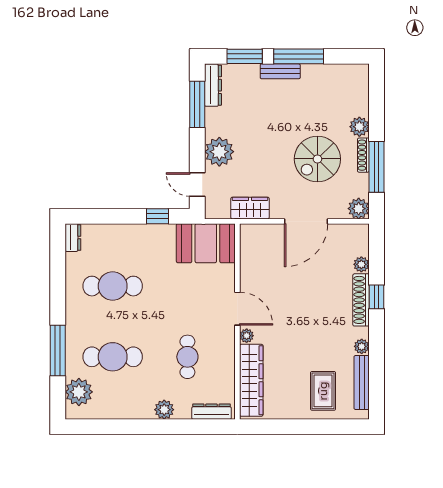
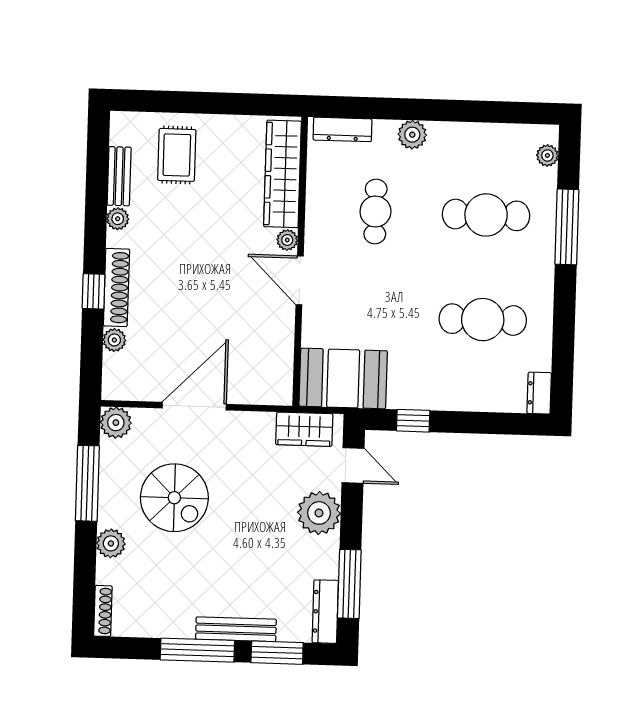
bench: (280, 71) -> (236, 629), width x1.36
shoe rack: (363, 155) -> (103, 611), moved
spiral stairs: (317, 159) -> (174, 498), turned 90
wardrobe: (250, 208) -> (304, 429), moved
bench: (362, 382) -> (119, 176), width x0.73
plant: (79, 392) -> (547, 155), width x0.53, depth x0.53

